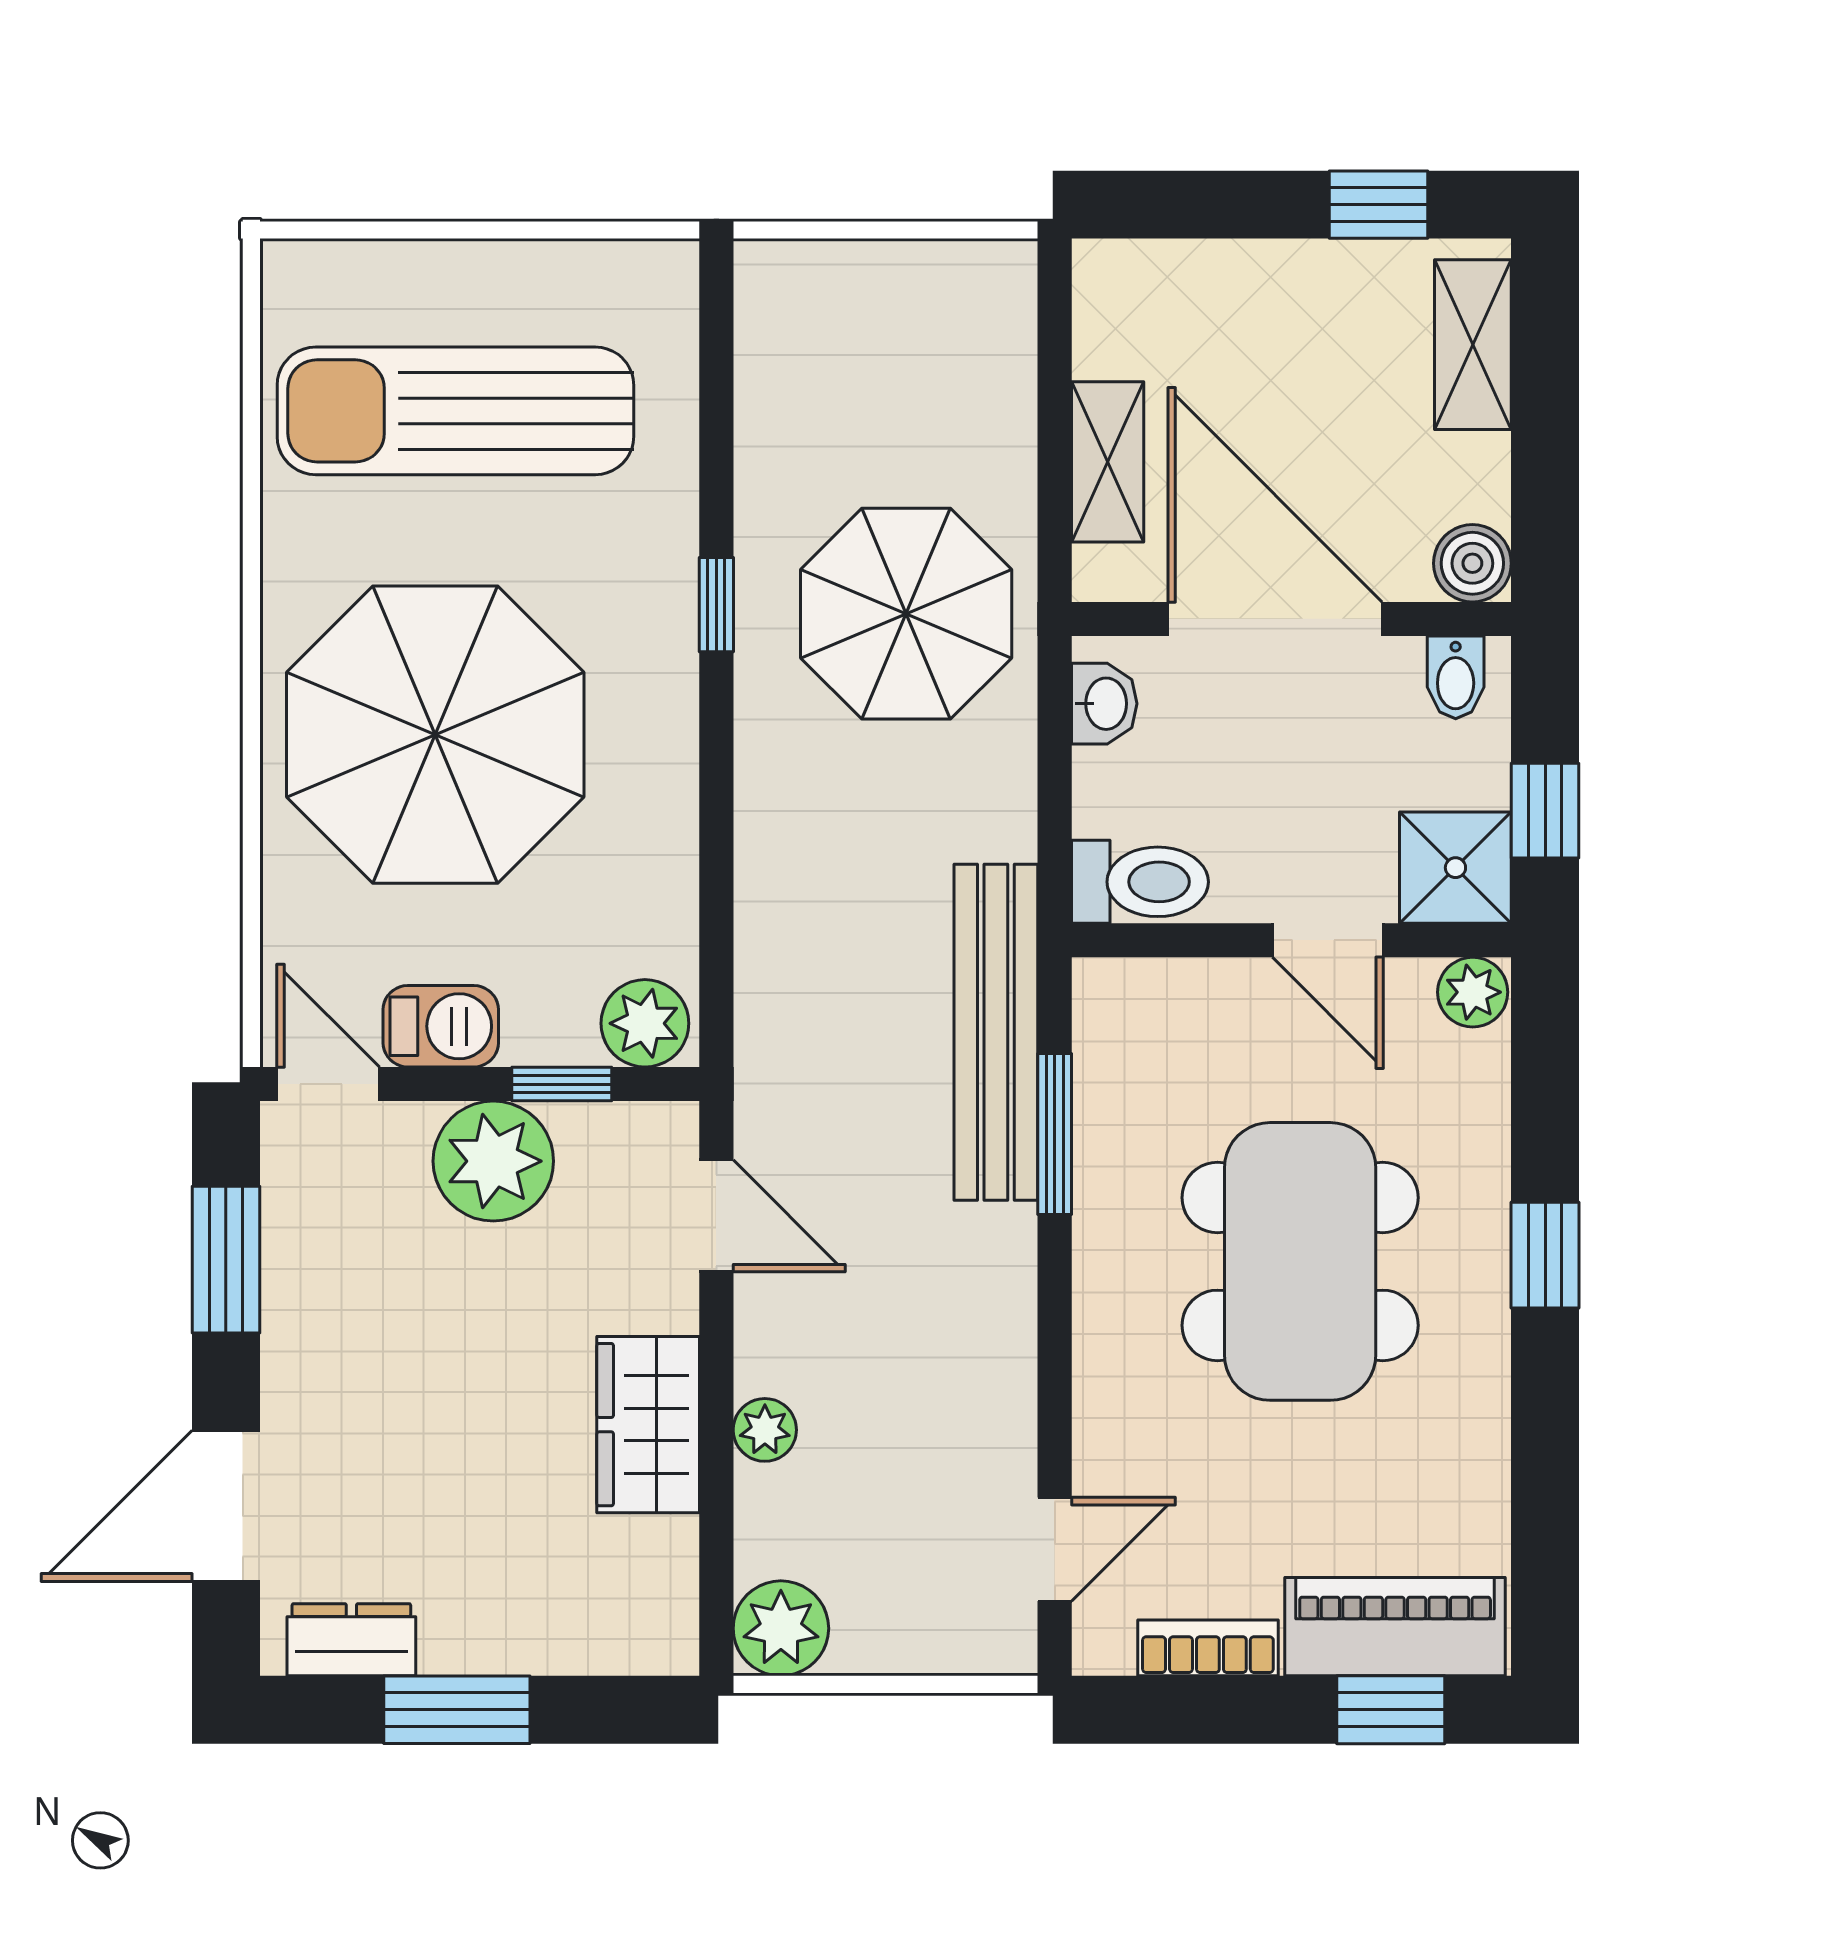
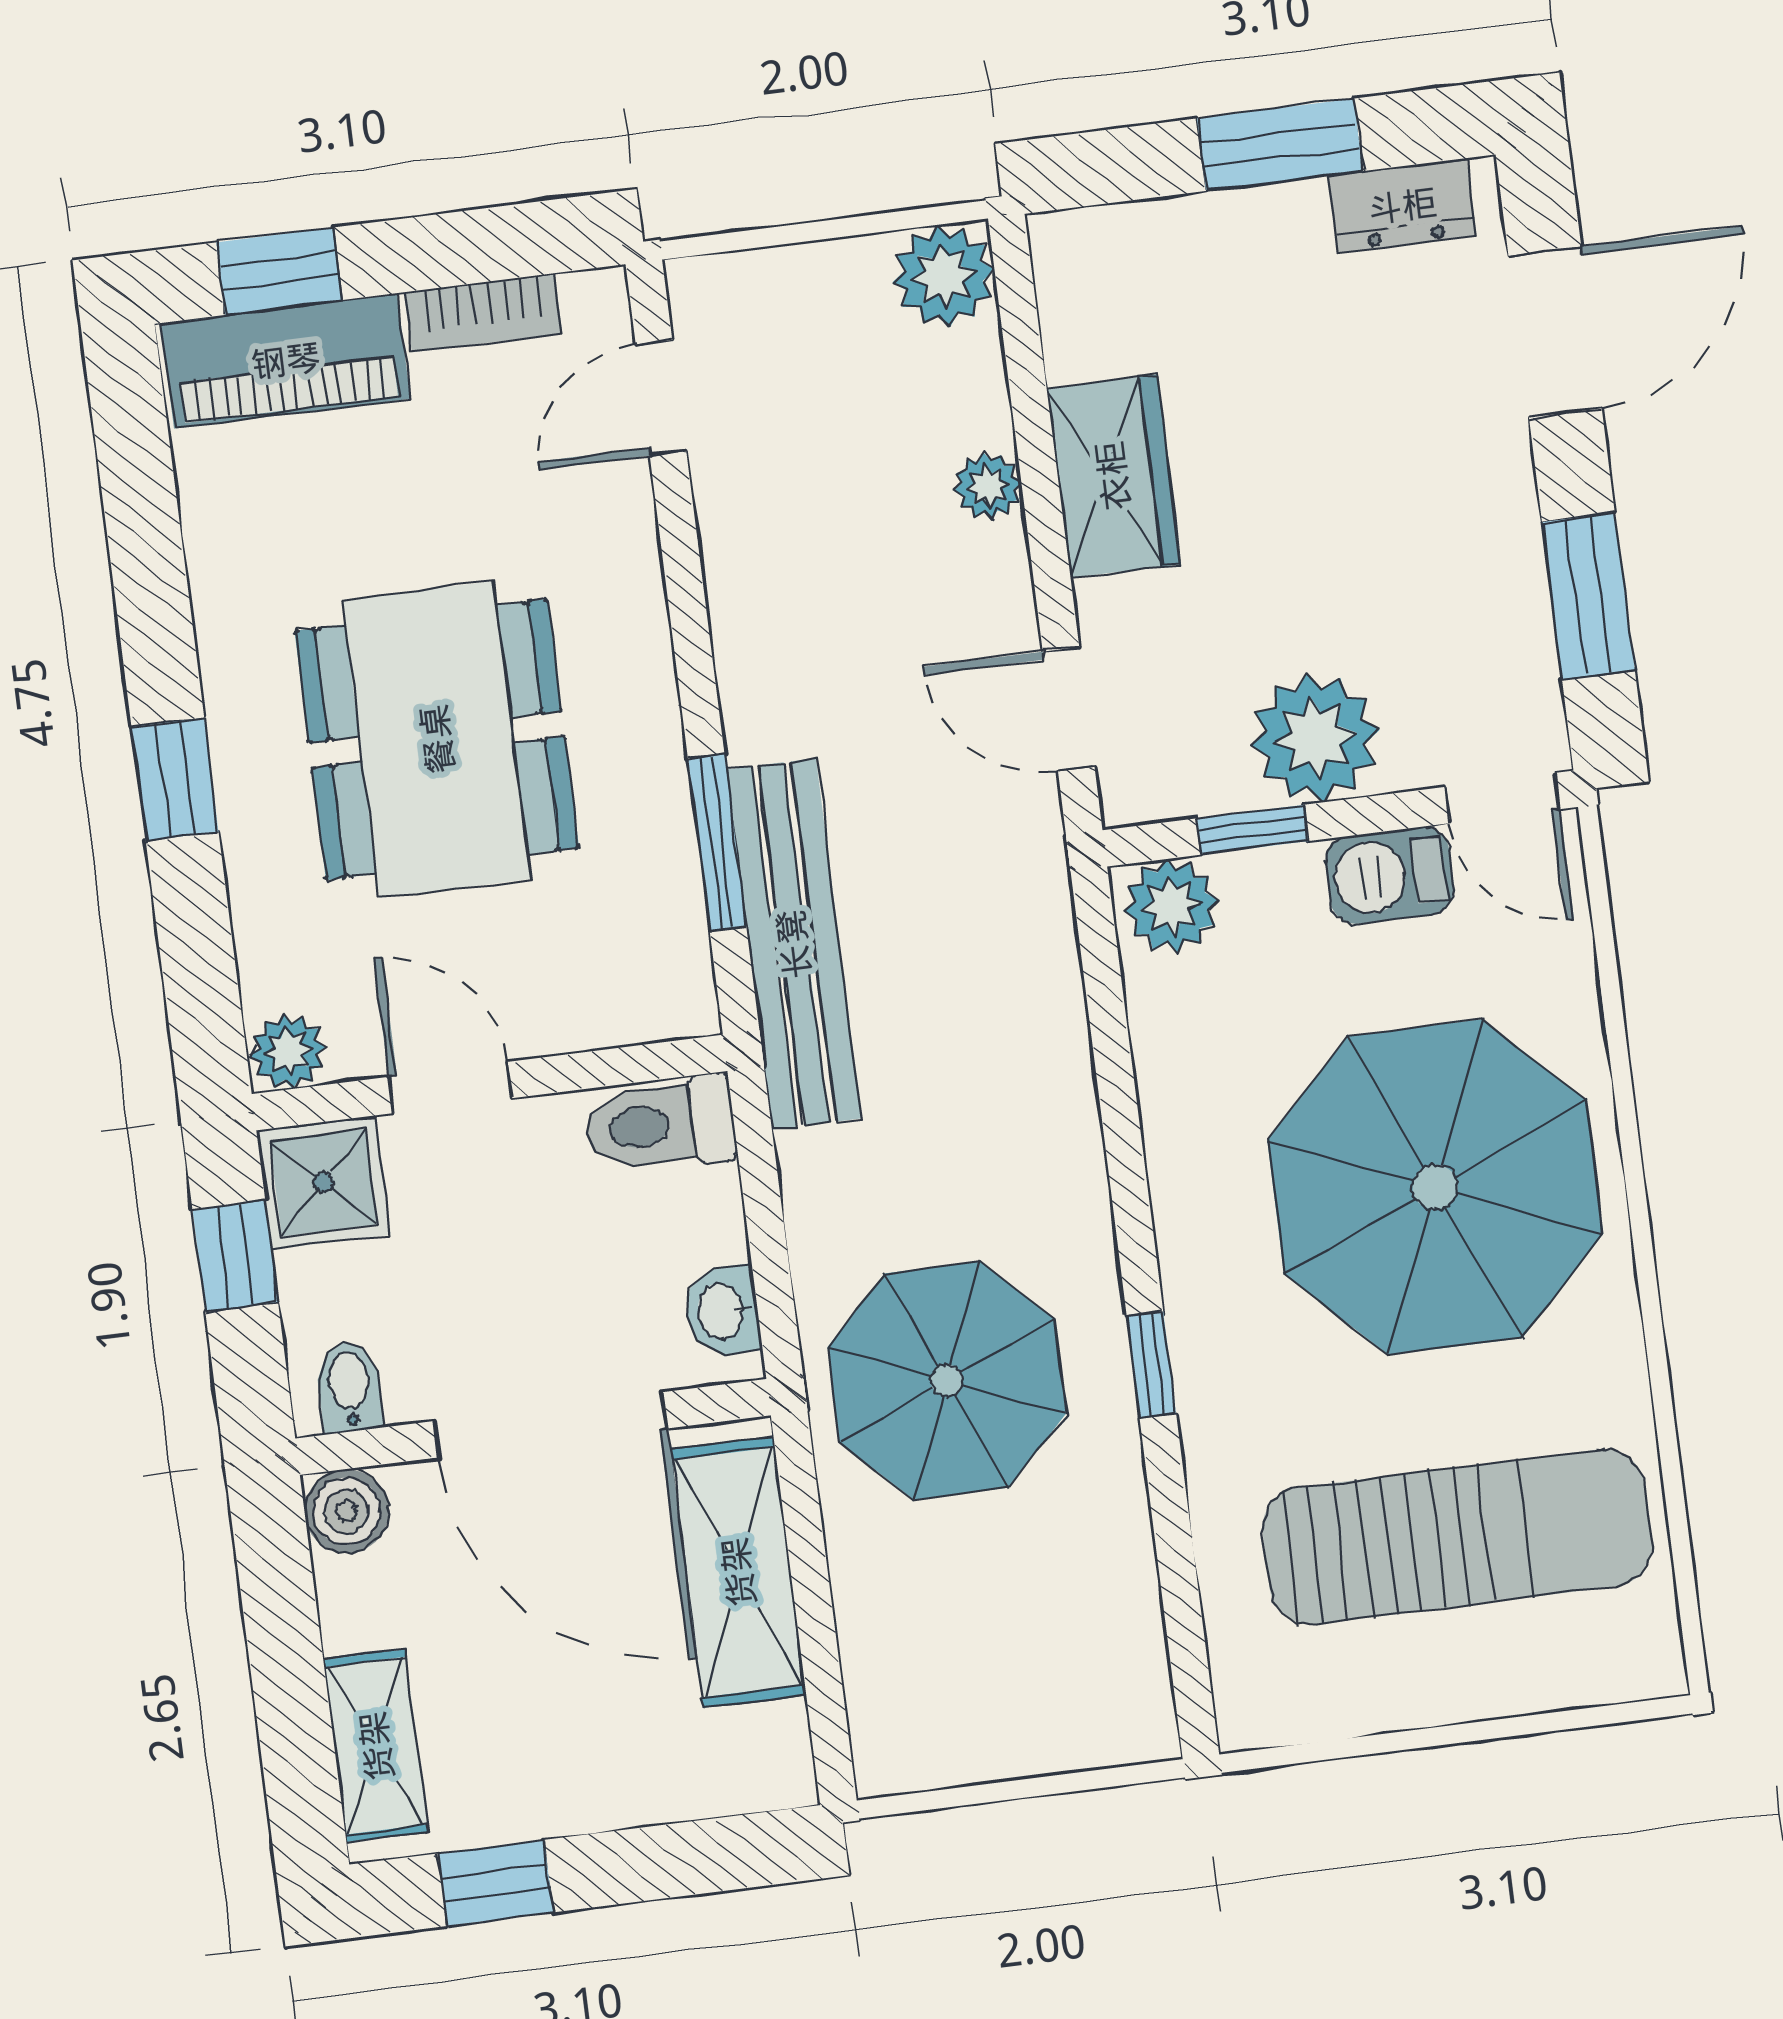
shelving: (1108, 462) -> (738, 1572), width x1.50, depth x1.33

